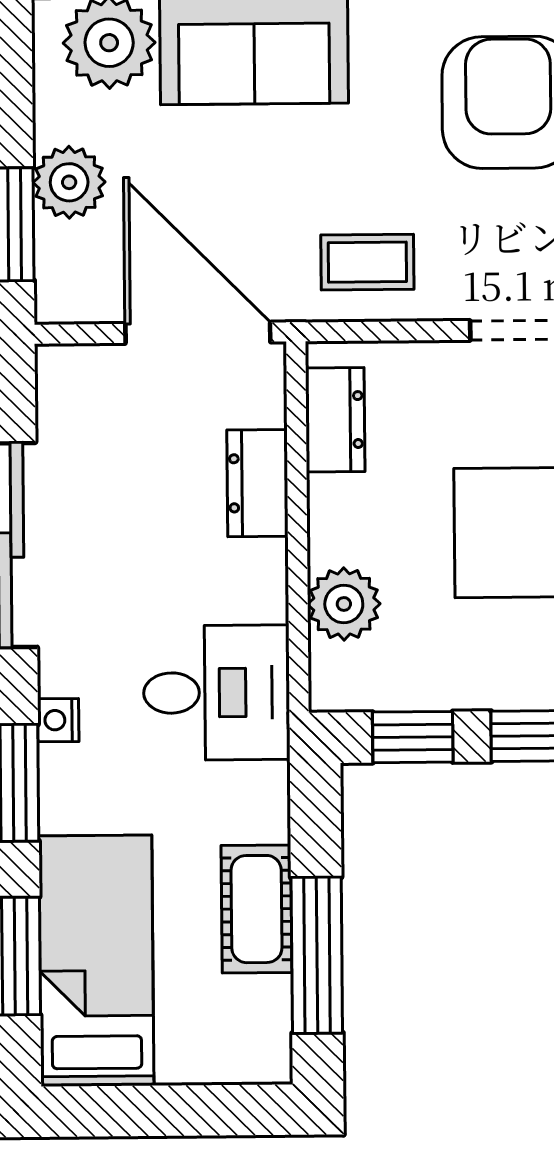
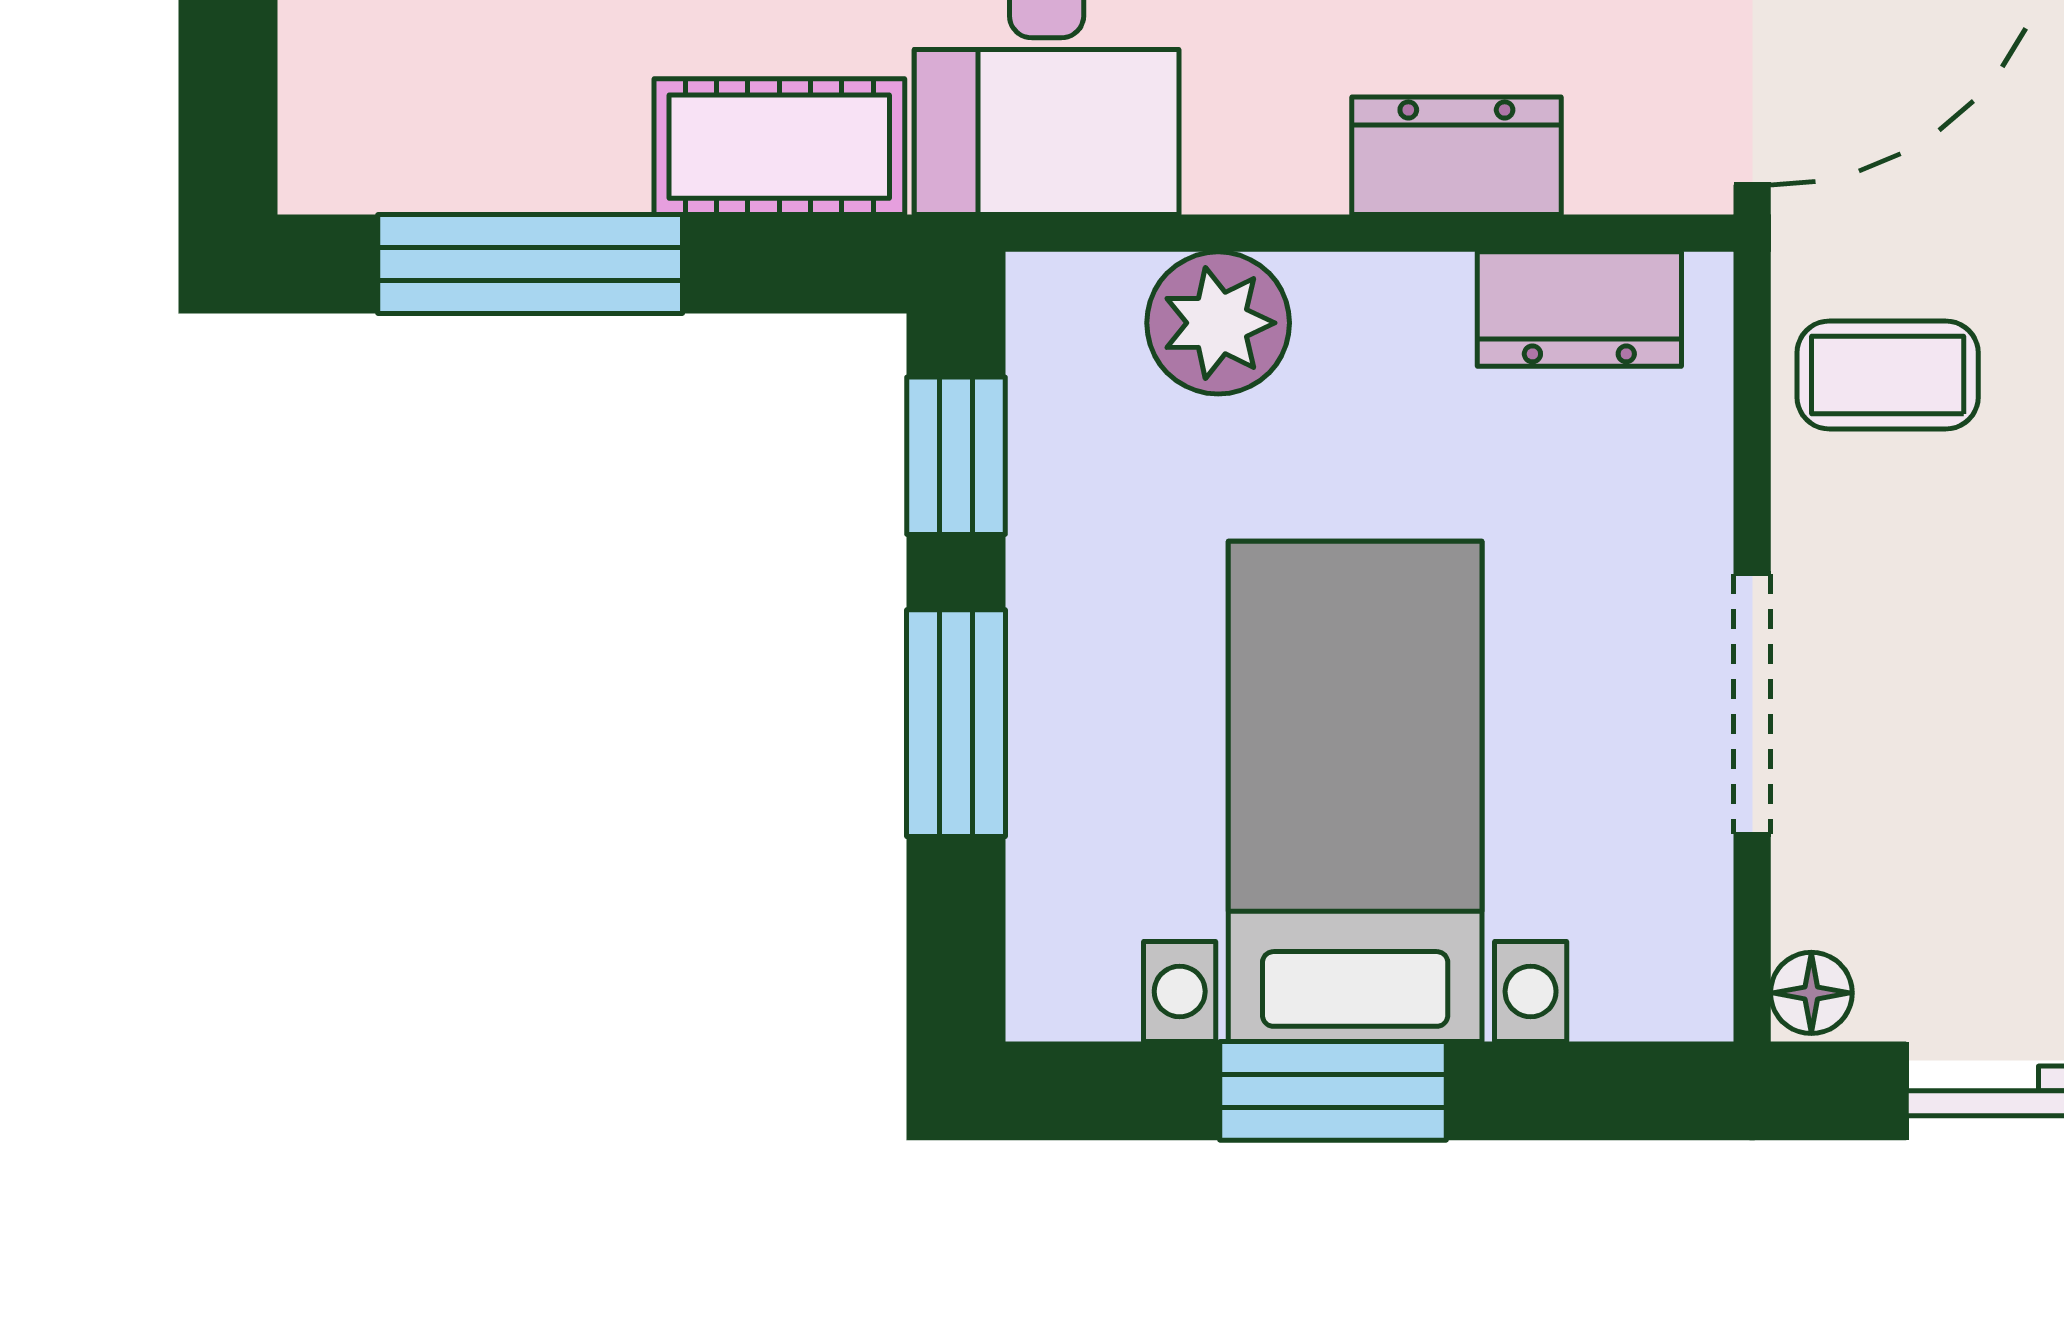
coffee table: (367, 262) -> (1888, 375), turned 90
cot: (257, 909) -> (779, 147), moved

